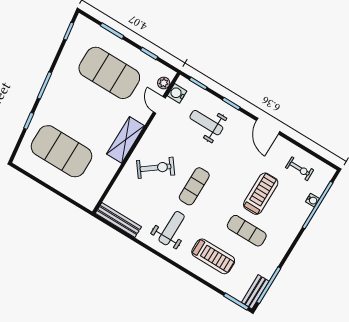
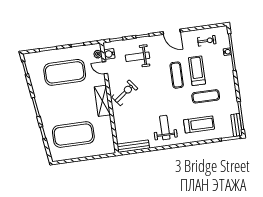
exercise bike: (156, 168) -> (125, 93), moved
exercise mat: (194, 186) -> (177, 75), moved

